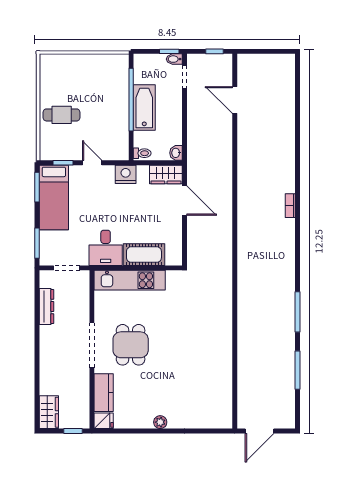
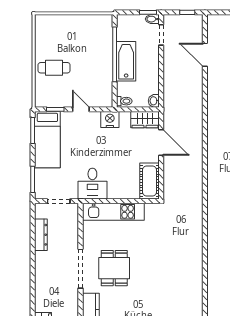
cot: (144, 255) -> (150, 181), moved, turned 90

